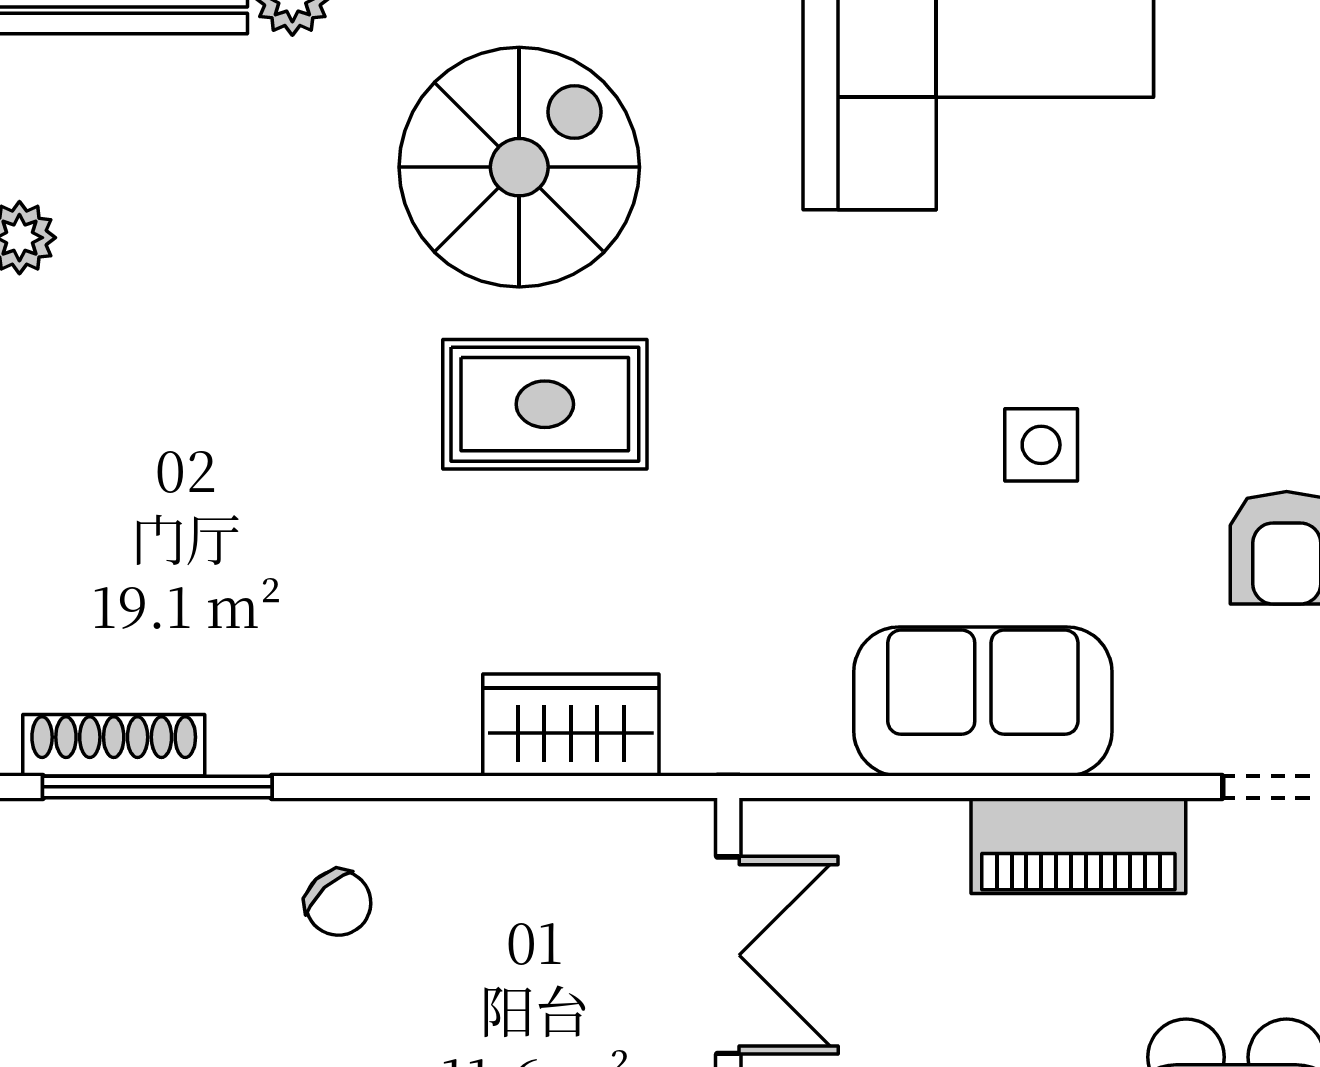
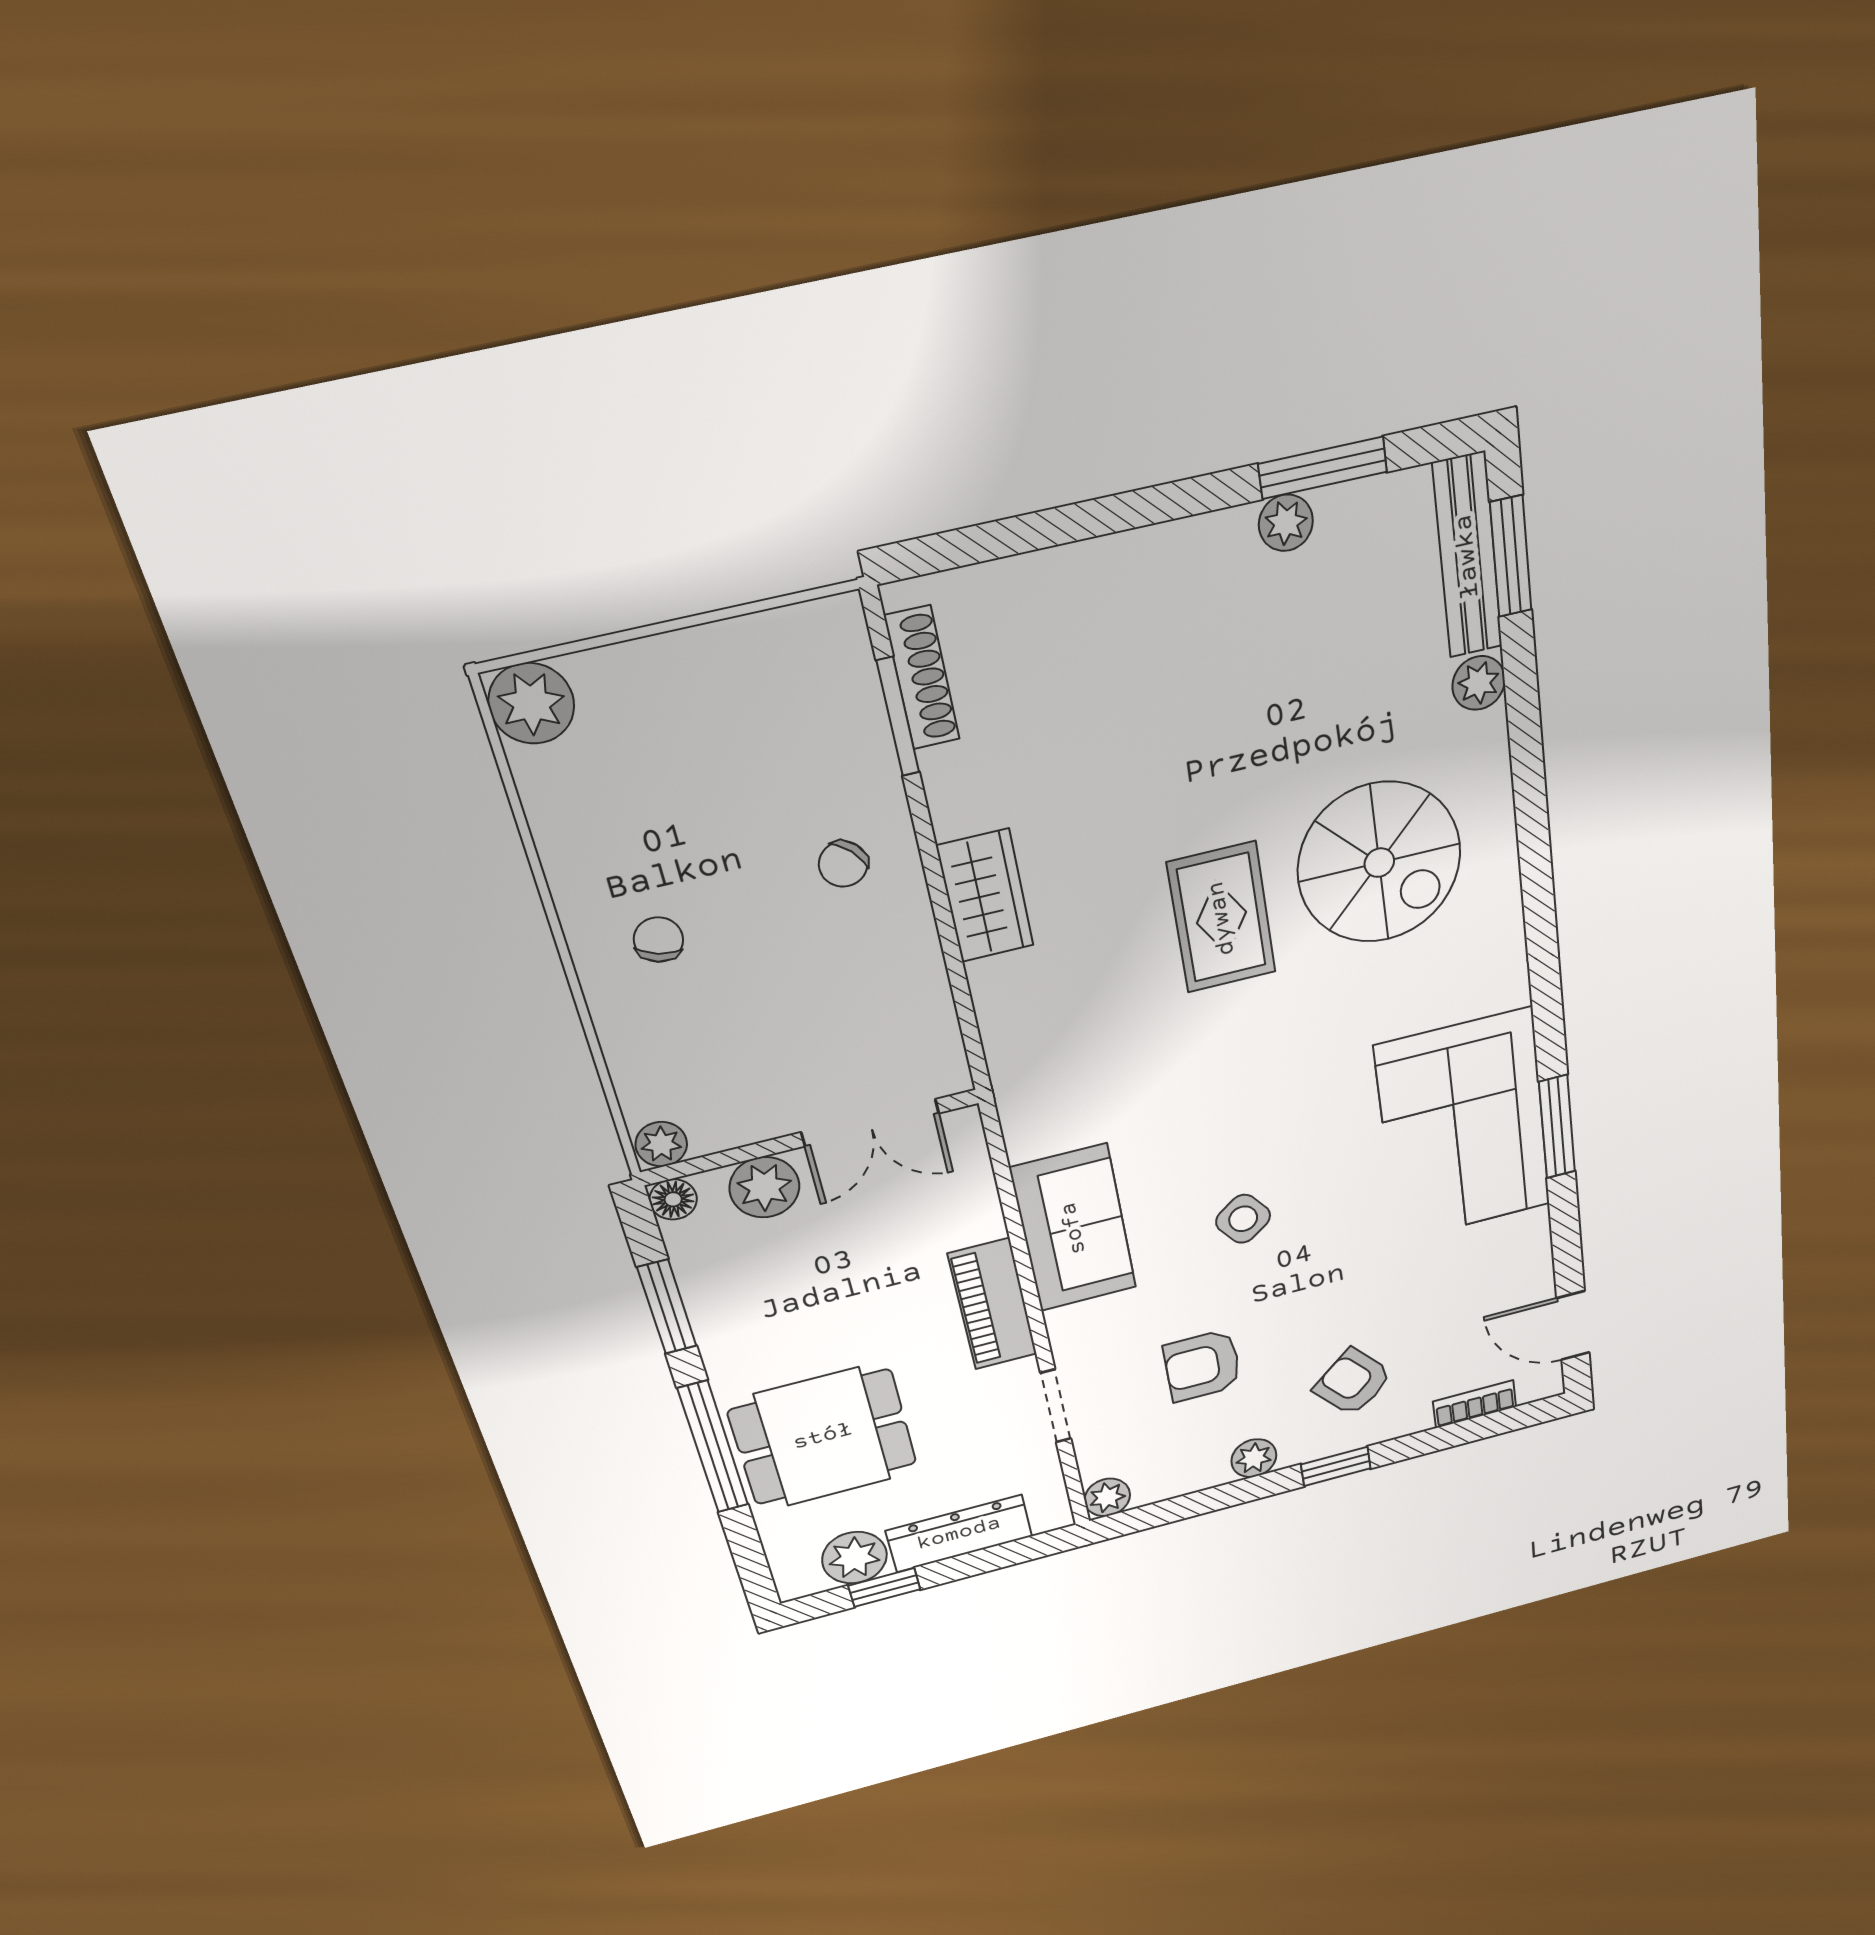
side table: (1041, 445) -> (1243, 1219), turned -37
wardrobe: (571, 725) -> (985, 896), moved
window: (157, 787) -> (898, 717), width x0.69

